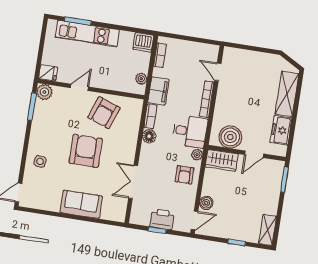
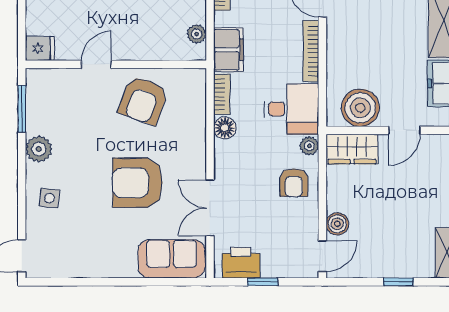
plant: (44, 92) -> (39, 149), moved
armchair: (86, 151) -> (137, 183), moved, turned -90
sofa: (81, 204) -> (172, 259), moved
printer: (162, 219) -> (241, 263), moved

